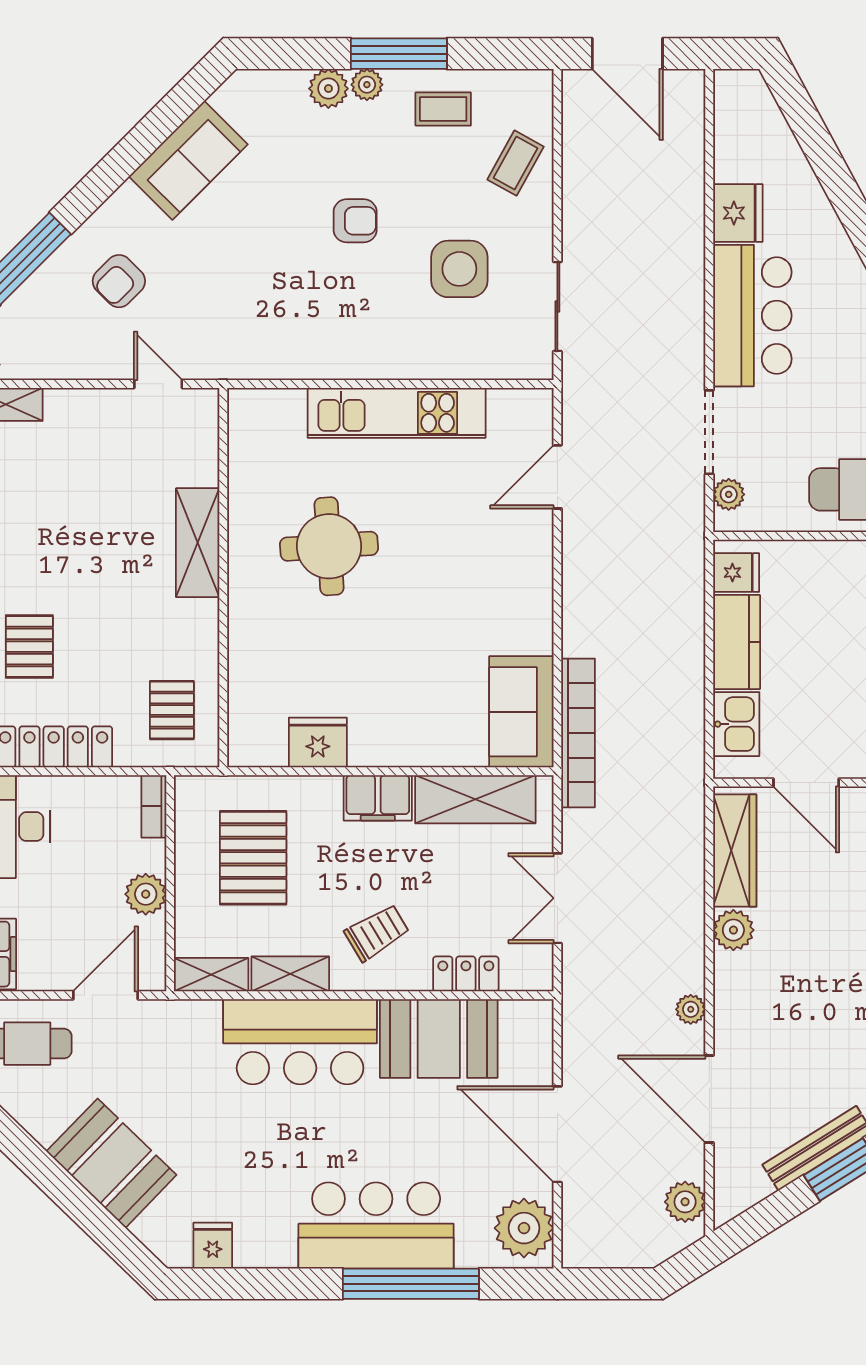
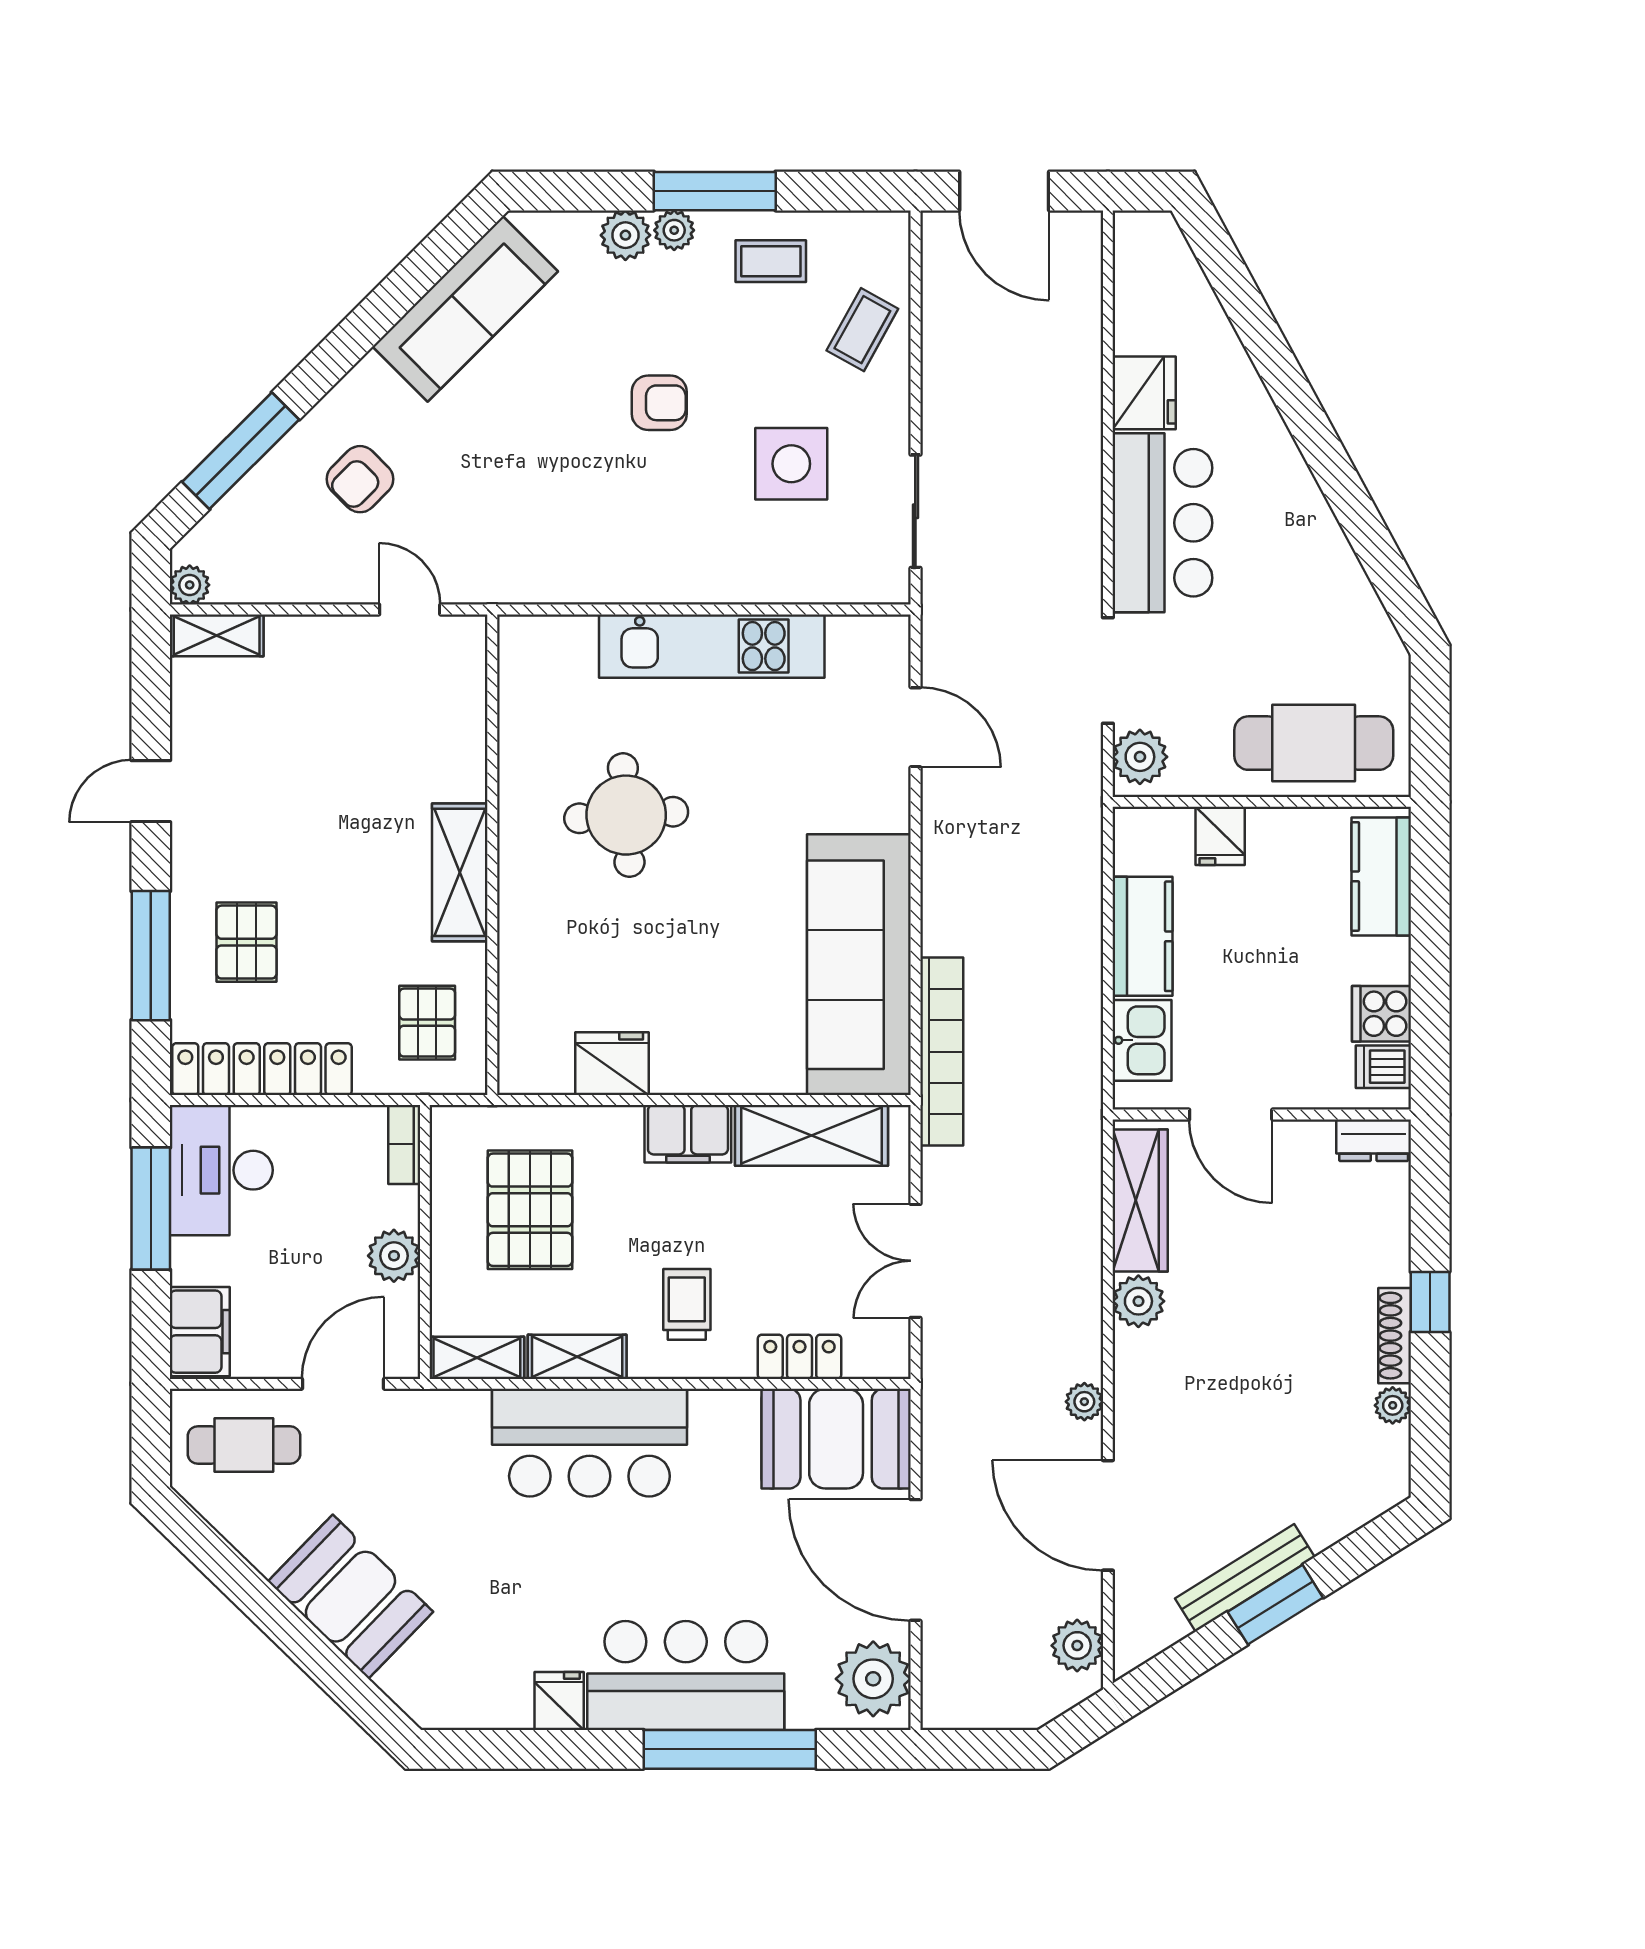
sofa: (188, 160) -> (465, 309), width x1.36
door: (557, 477) -> (915, 727), swing flipped
plant: (729, 494) -> (1140, 757), width x1.38, depth x1.38
shelving: (198, 543) -> (460, 872), moved
fridge: (736, 573) -> (1220, 836), moved, turned 90
sofa: (521, 712) -> (859, 965), width x1.85, depth x1.27
trolley: (377, 933) -> (687, 1304), turned -59
booth: (439, 1039) -> (836, 1439), moved
fridge: (213, 1246) -> (559, 1701), moved

